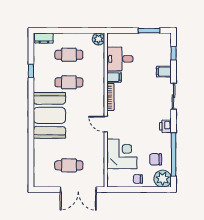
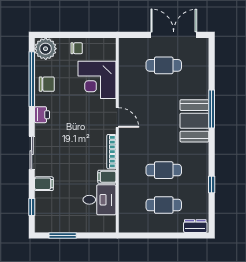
plant: (98, 39) -> (126, 225), removed
booth: (49, 115) -> (194, 121), width x0.73, depth x0.70
window: (31, 131) -> (212, 109), added
chair: (156, 159) -> (47, 84), moved
double door: (78, 190) -> (174, 35), moved

